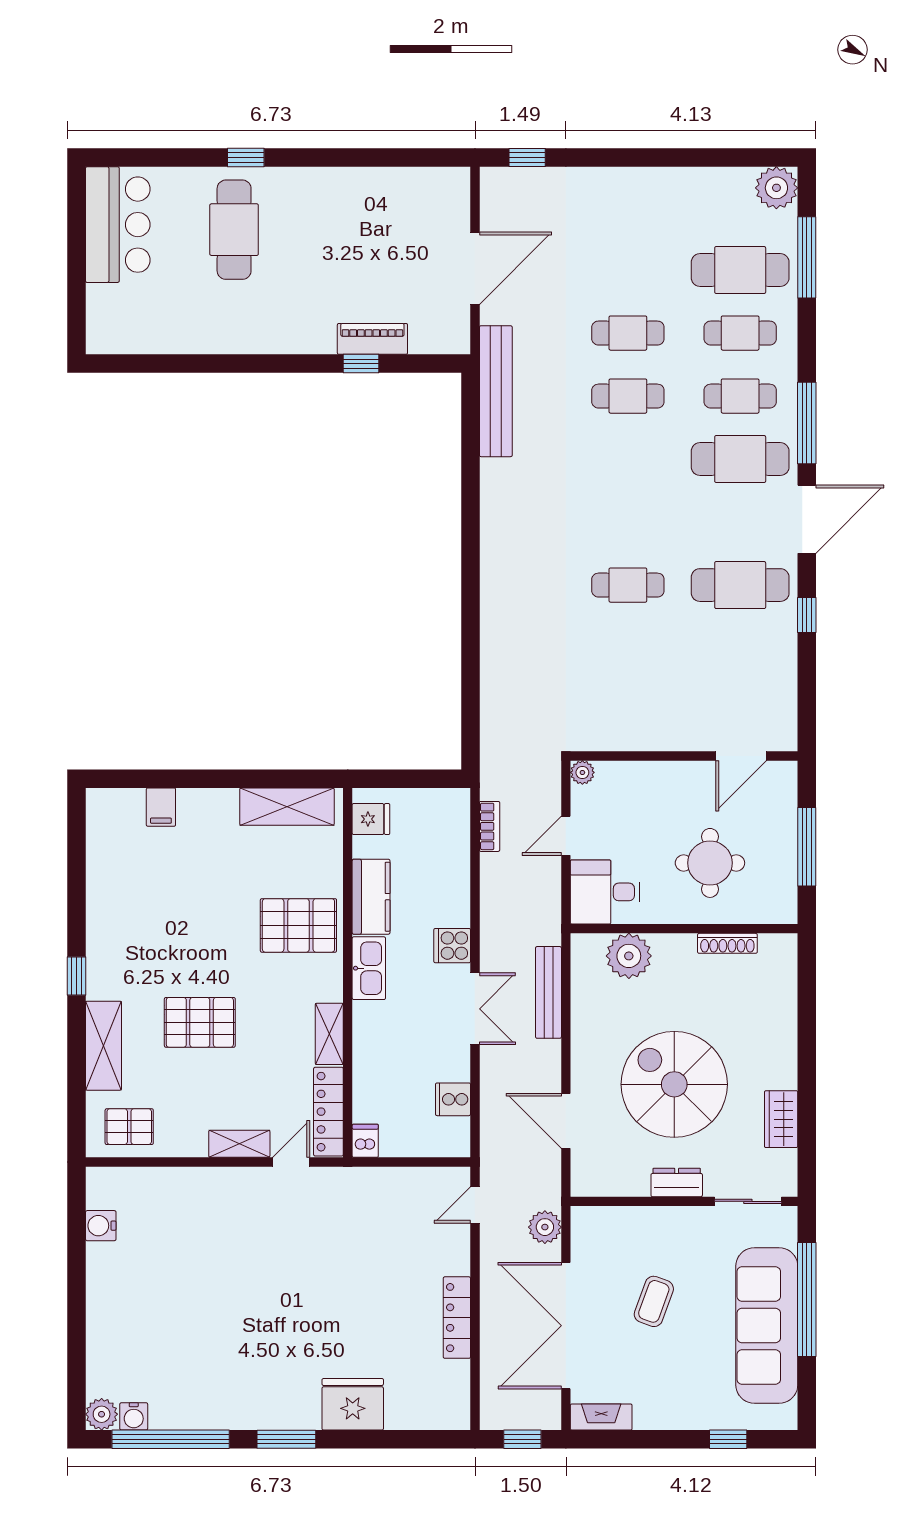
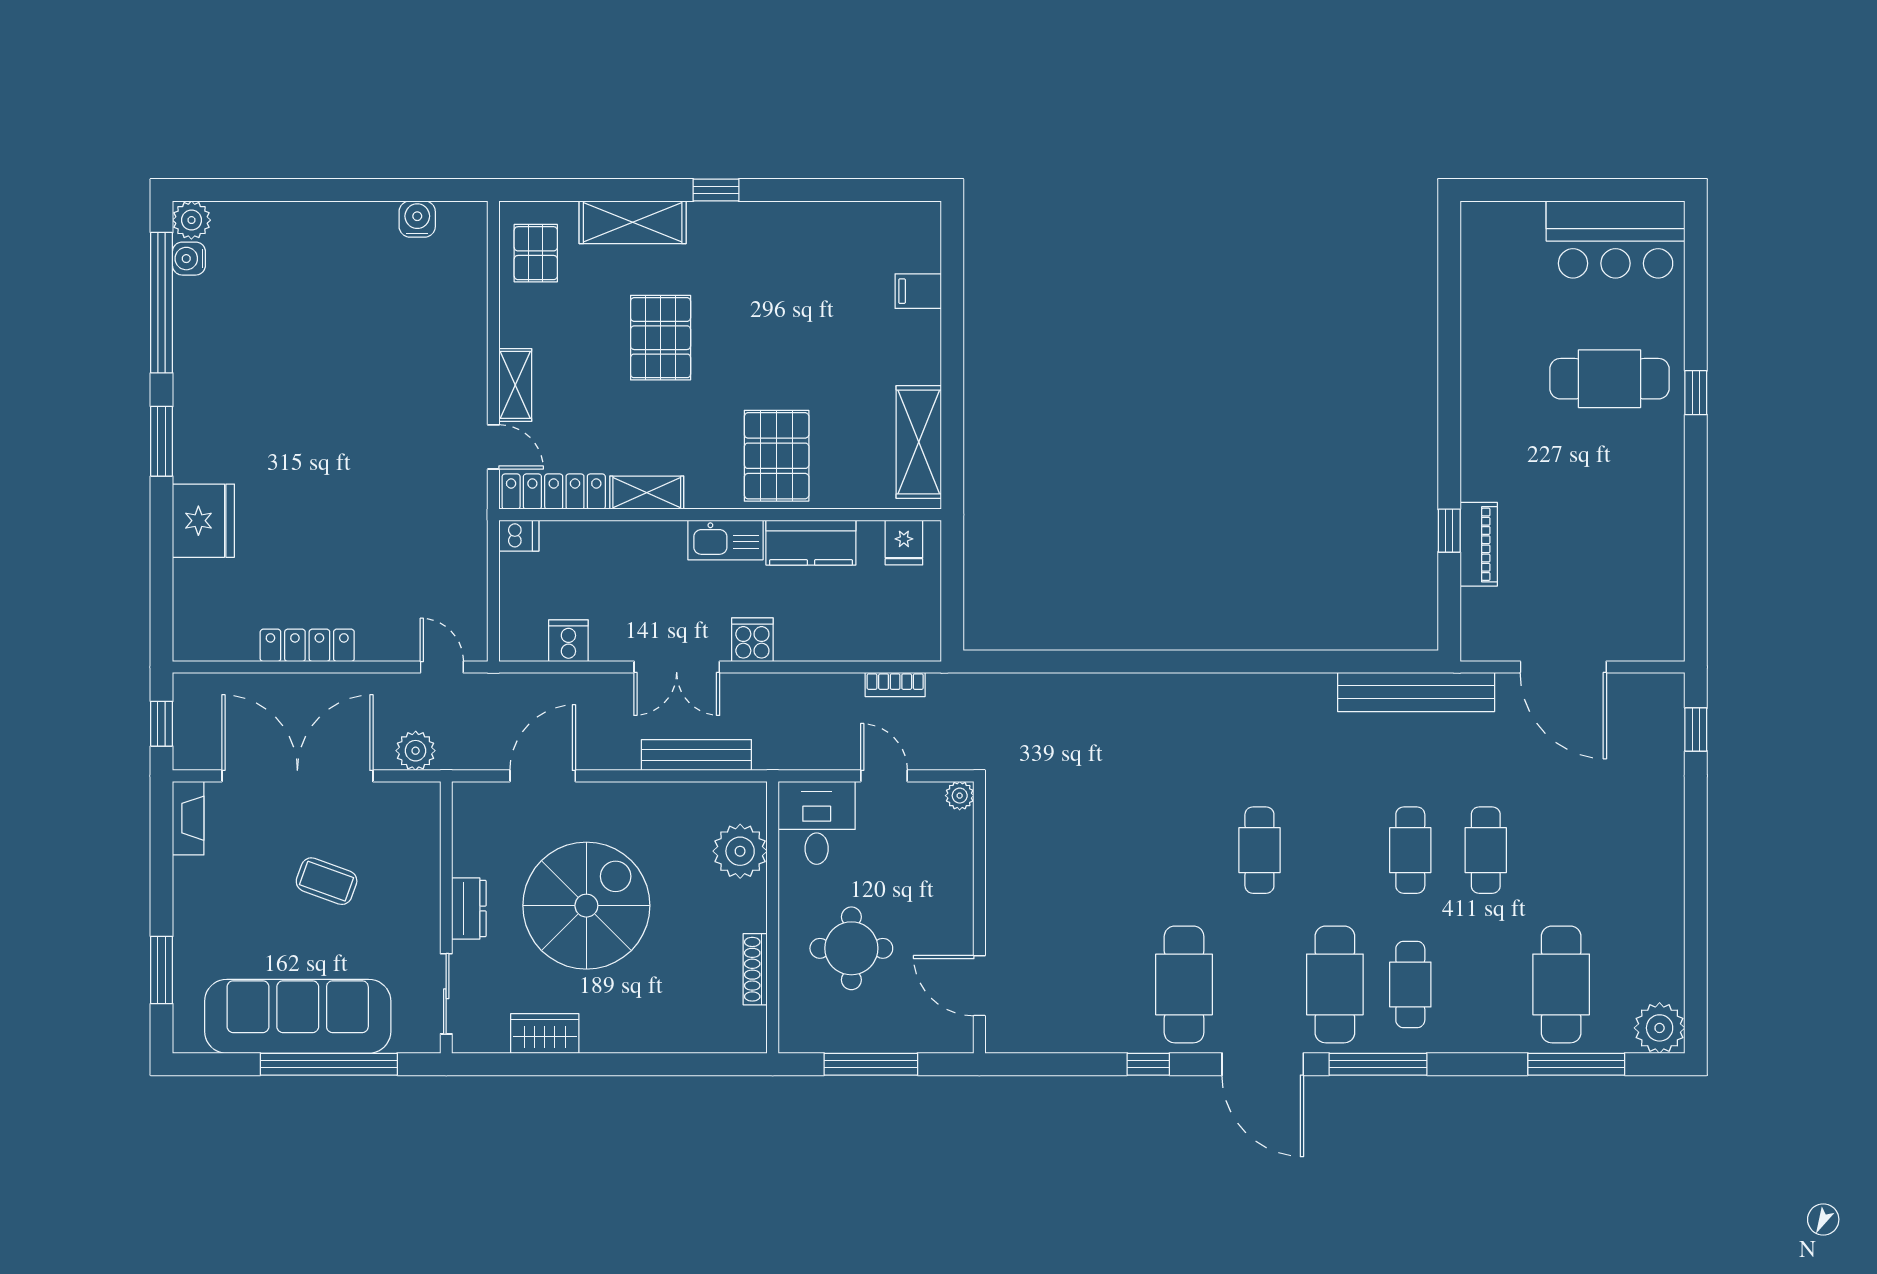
cafe table: (740, 333) -> (1486, 984), removed
cafe table: (628, 585) -> (1259, 850), moved
window: (728, 1439) -> (162, 970), width x1.50

